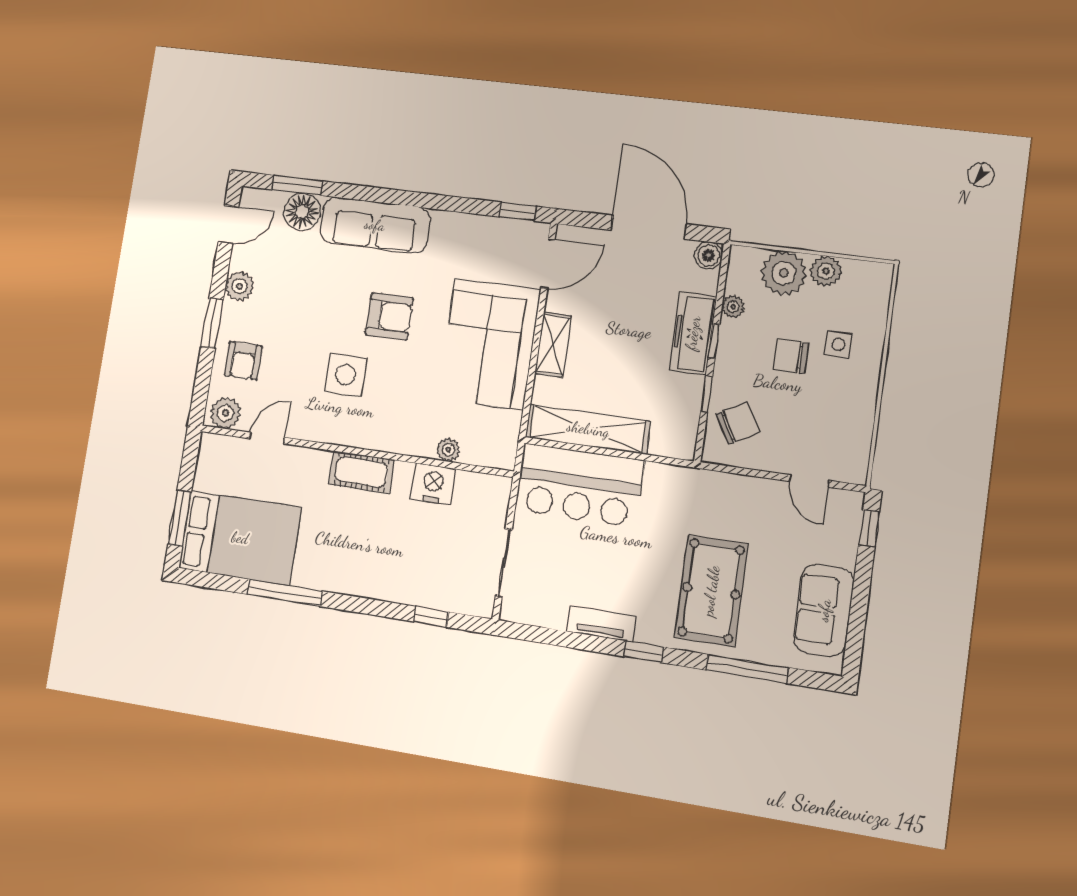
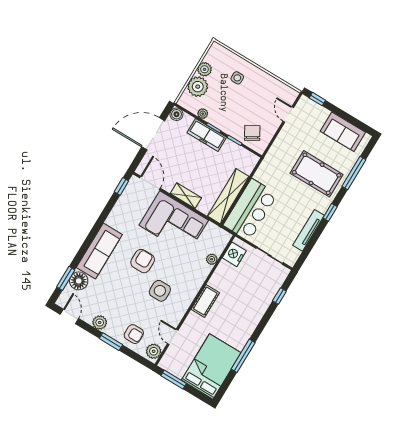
chair: (791, 356) -> (234, 99), removed
door: (809, 481) -> (288, 114), swing flipped
nightstand: (433, 484) -> (234, 254), moved
window: (180, 518) -> (174, 380), moved
tv unit: (601, 624) -> (308, 230), width x1.41

